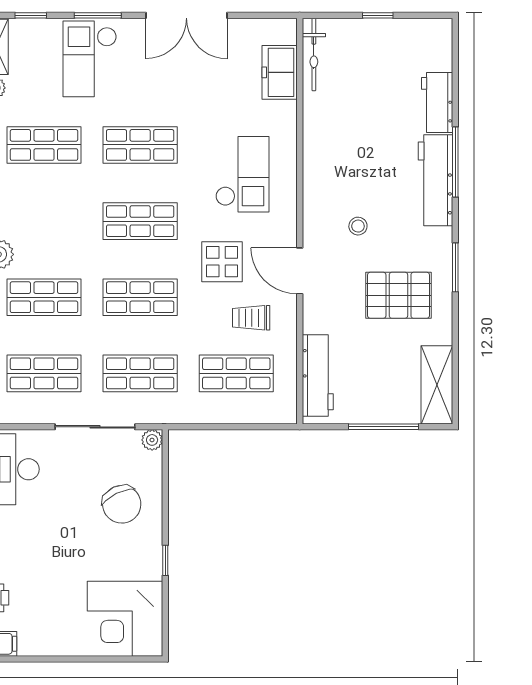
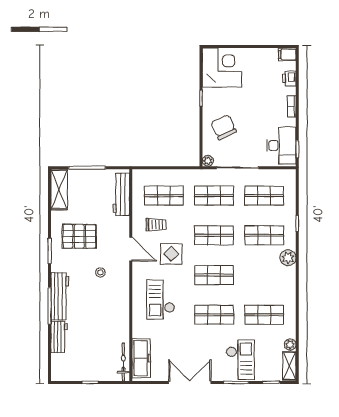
freezer: (280, 72) -> (141, 358), width x1.40

